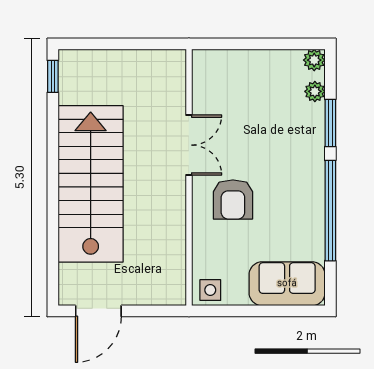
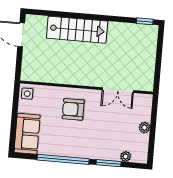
plant: (314, 60) -> (144, 128), moved
double door: (189, 145) -> (118, 90), moved
stairs: (91, 184) -> (77, 30), width x0.73, depth x0.66

